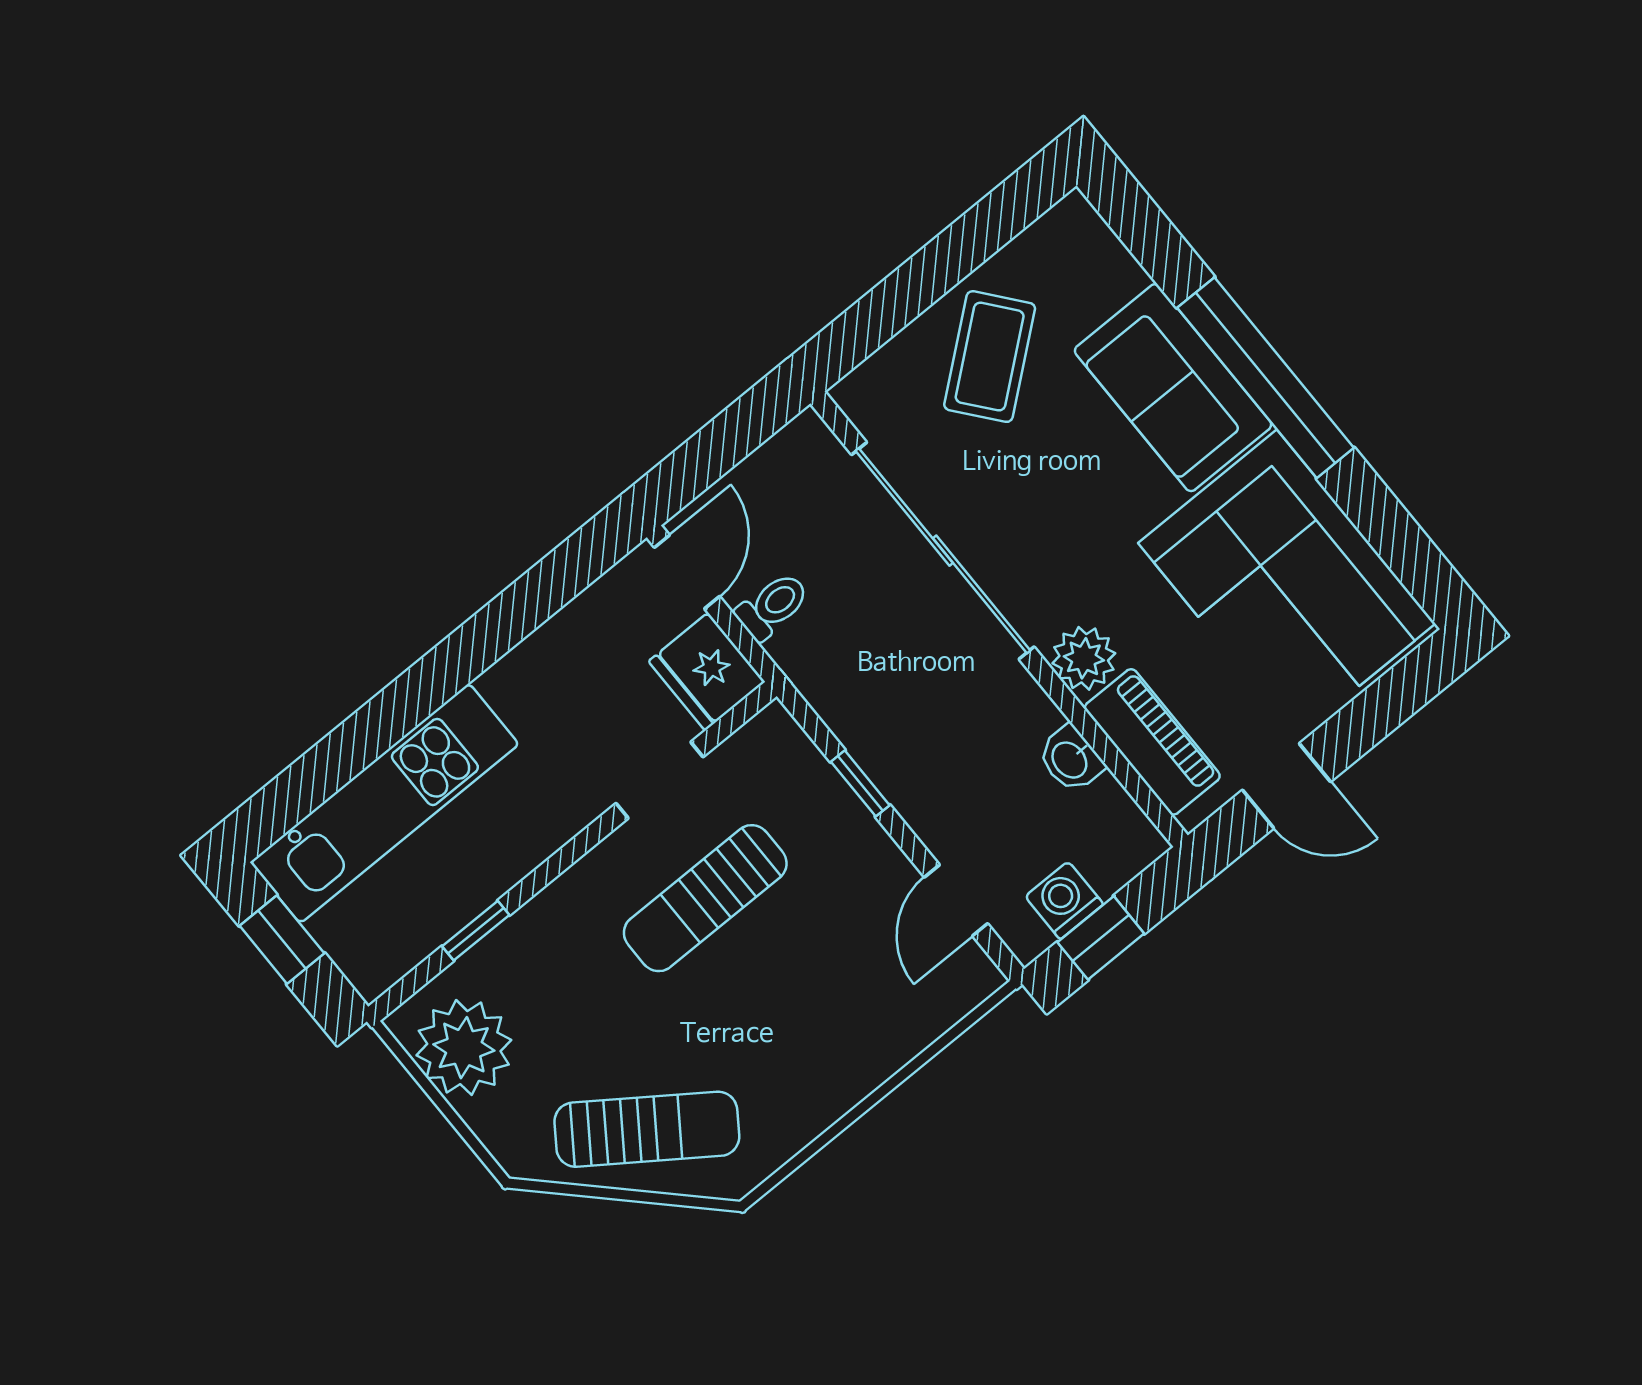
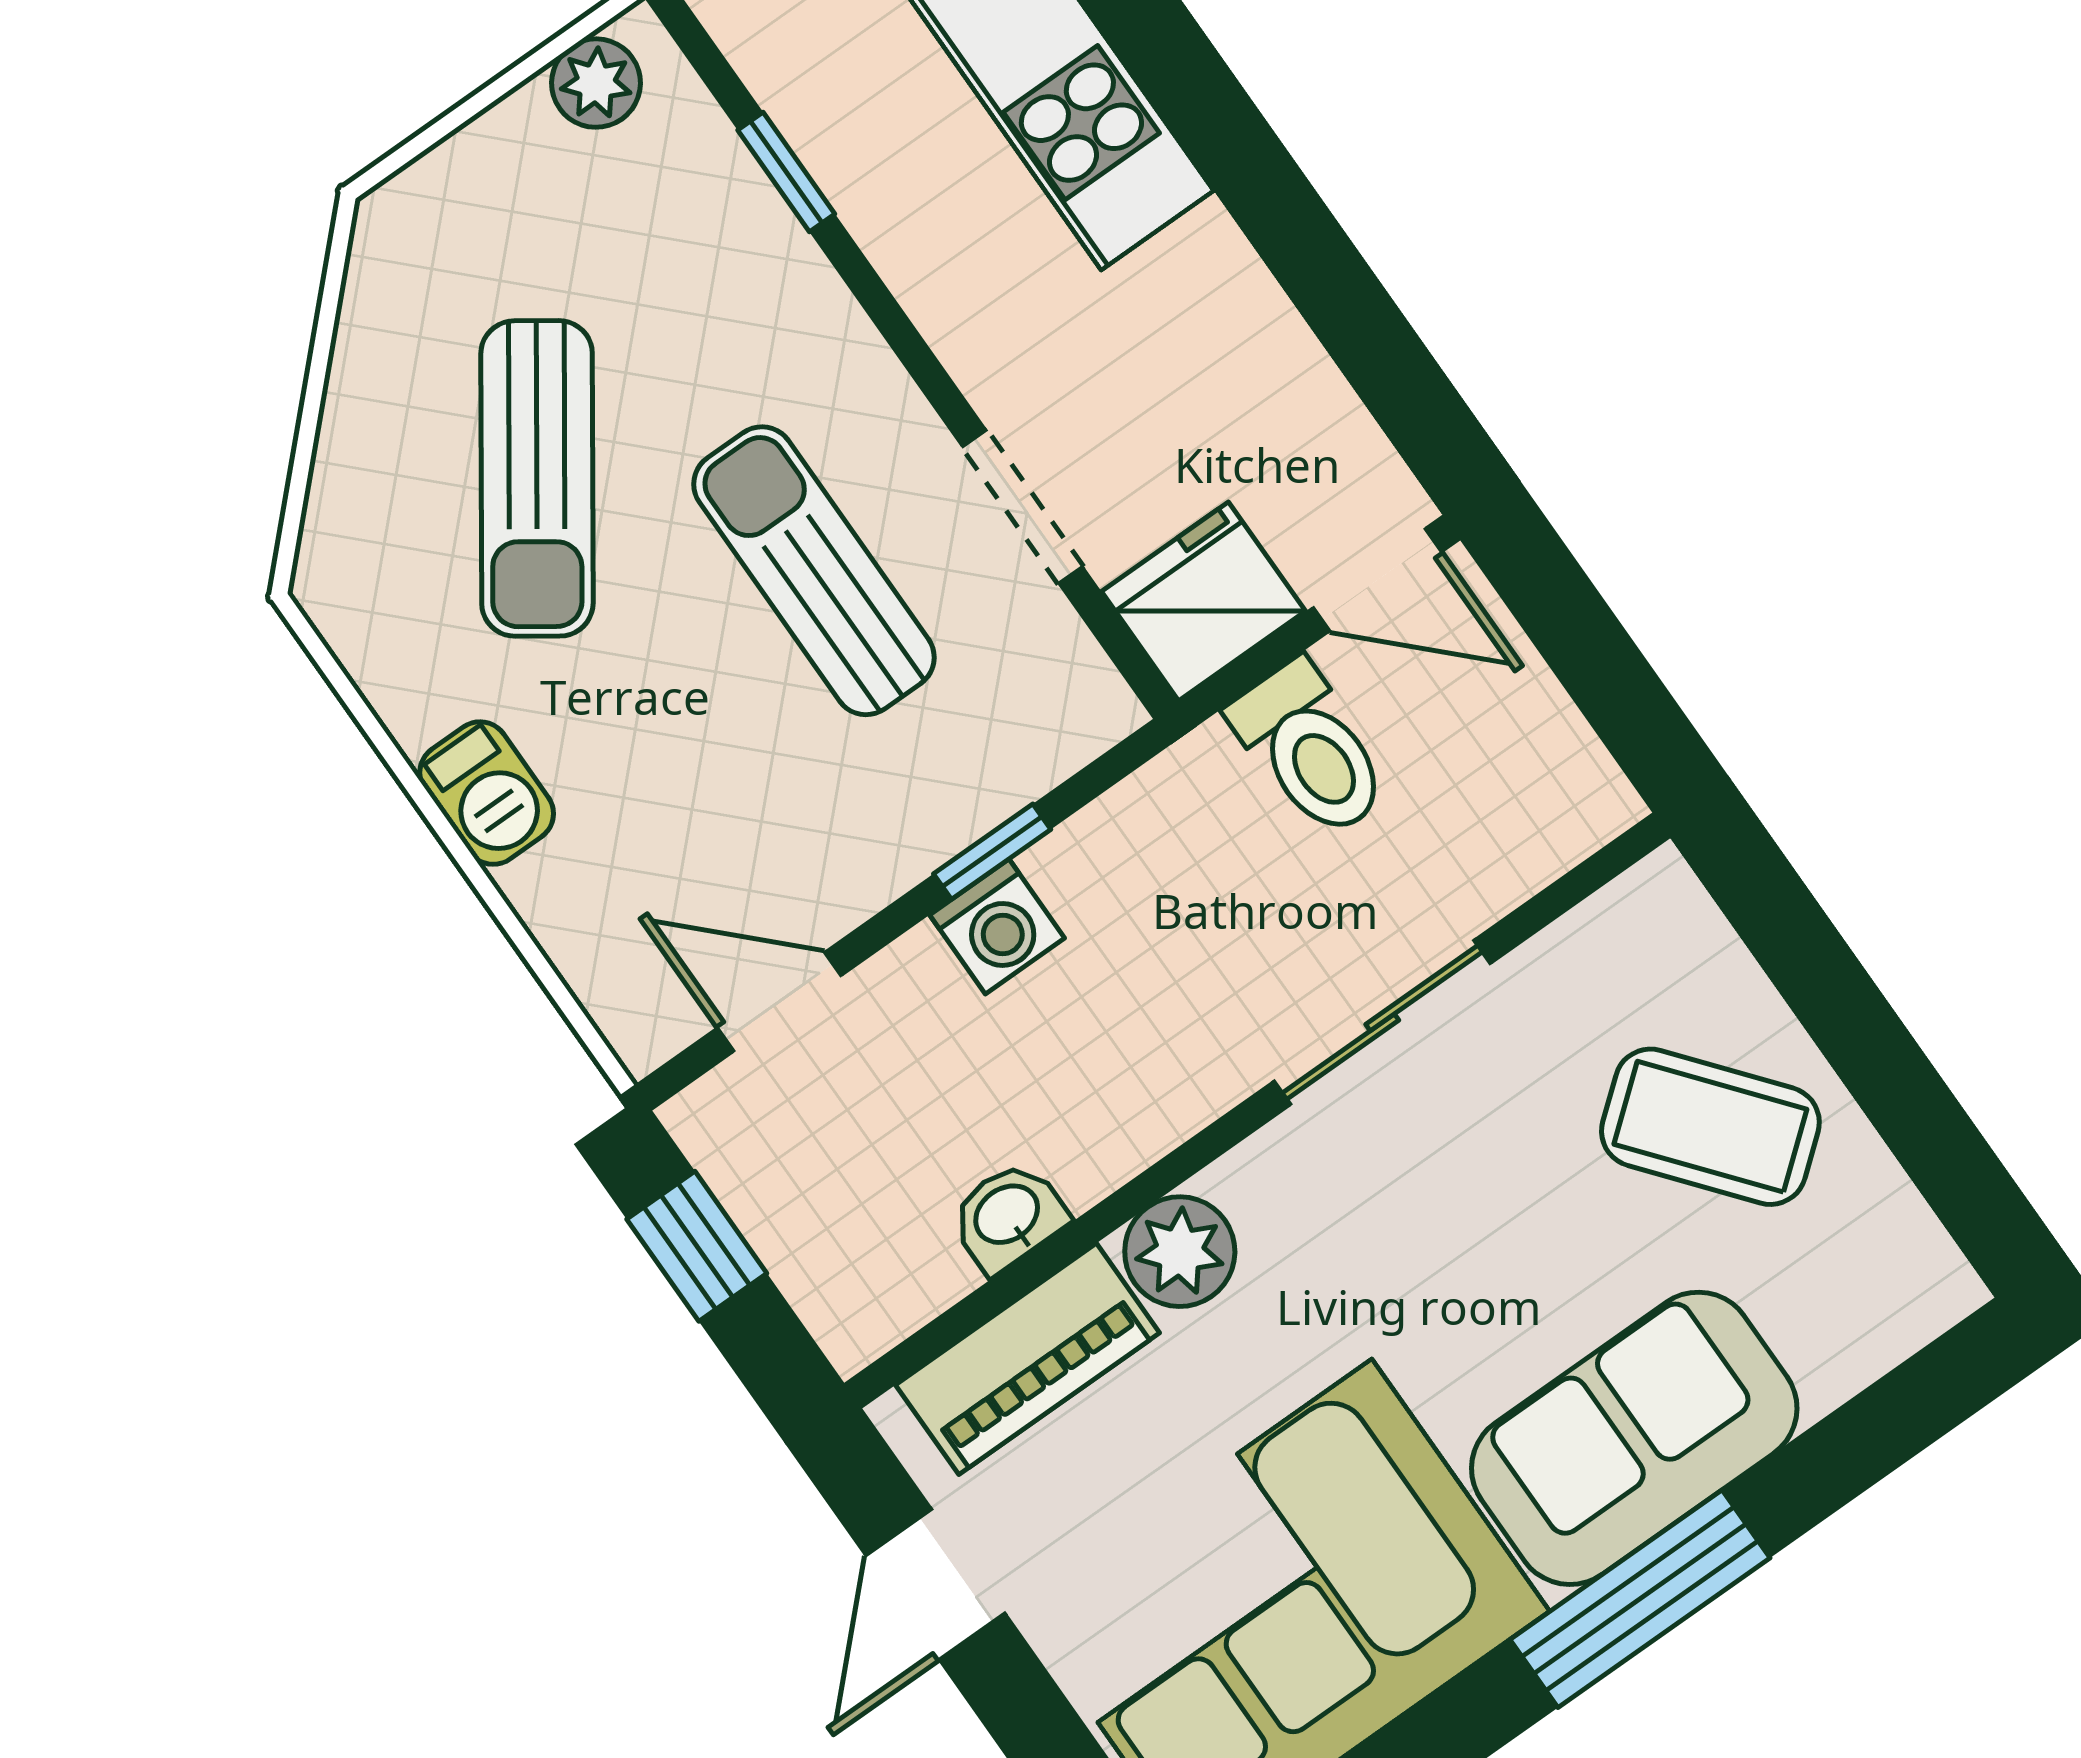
window: (1266, 378) -> (1640, 1599), width x0.68
sliding door: (943, 551) -> (1382, 1022), width x0.54
toilet: (772, 606) -> (1310, 750), width x1.37, depth x1.39
washing machine: (1064, 900) -> (997, 927), moved, turned 90
plant: (464, 1048) -> (596, 83), width x0.53, depth x0.53
barbecue: (847, 1078) -> (487, 793), added
sun lounger: (647, 1129) -> (537, 478), moved

